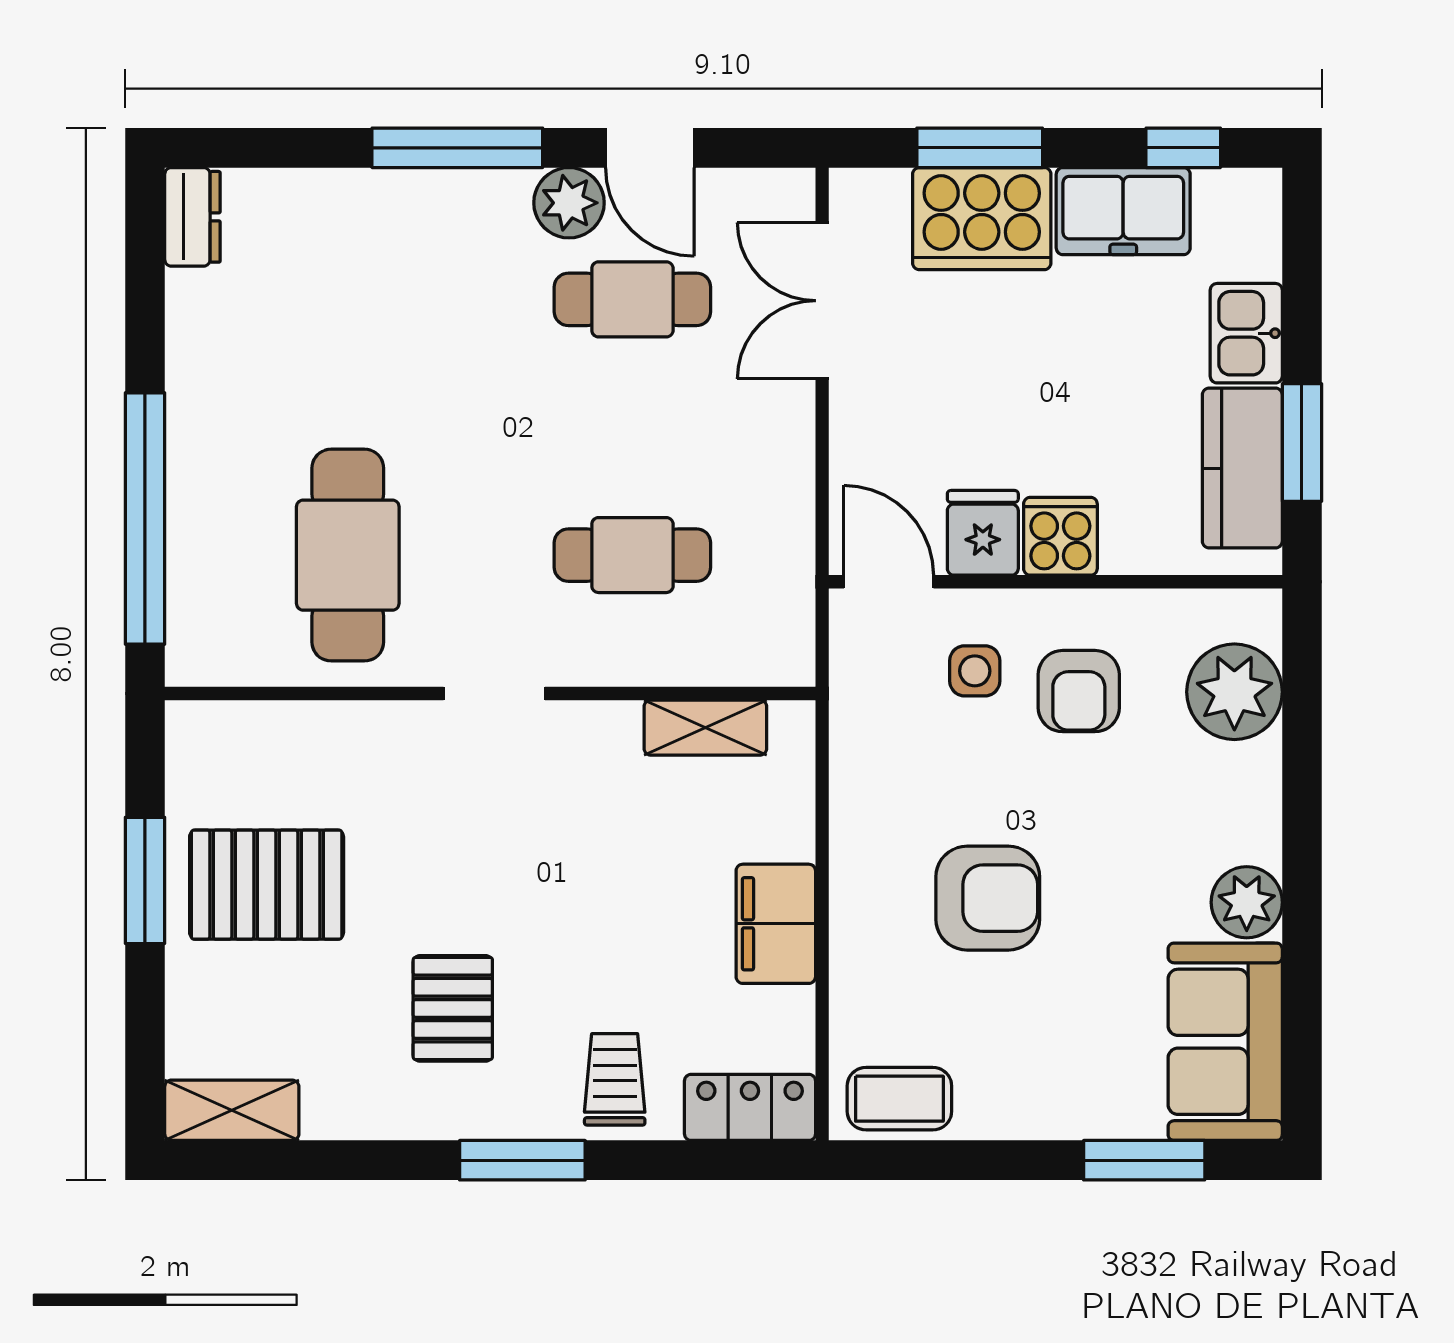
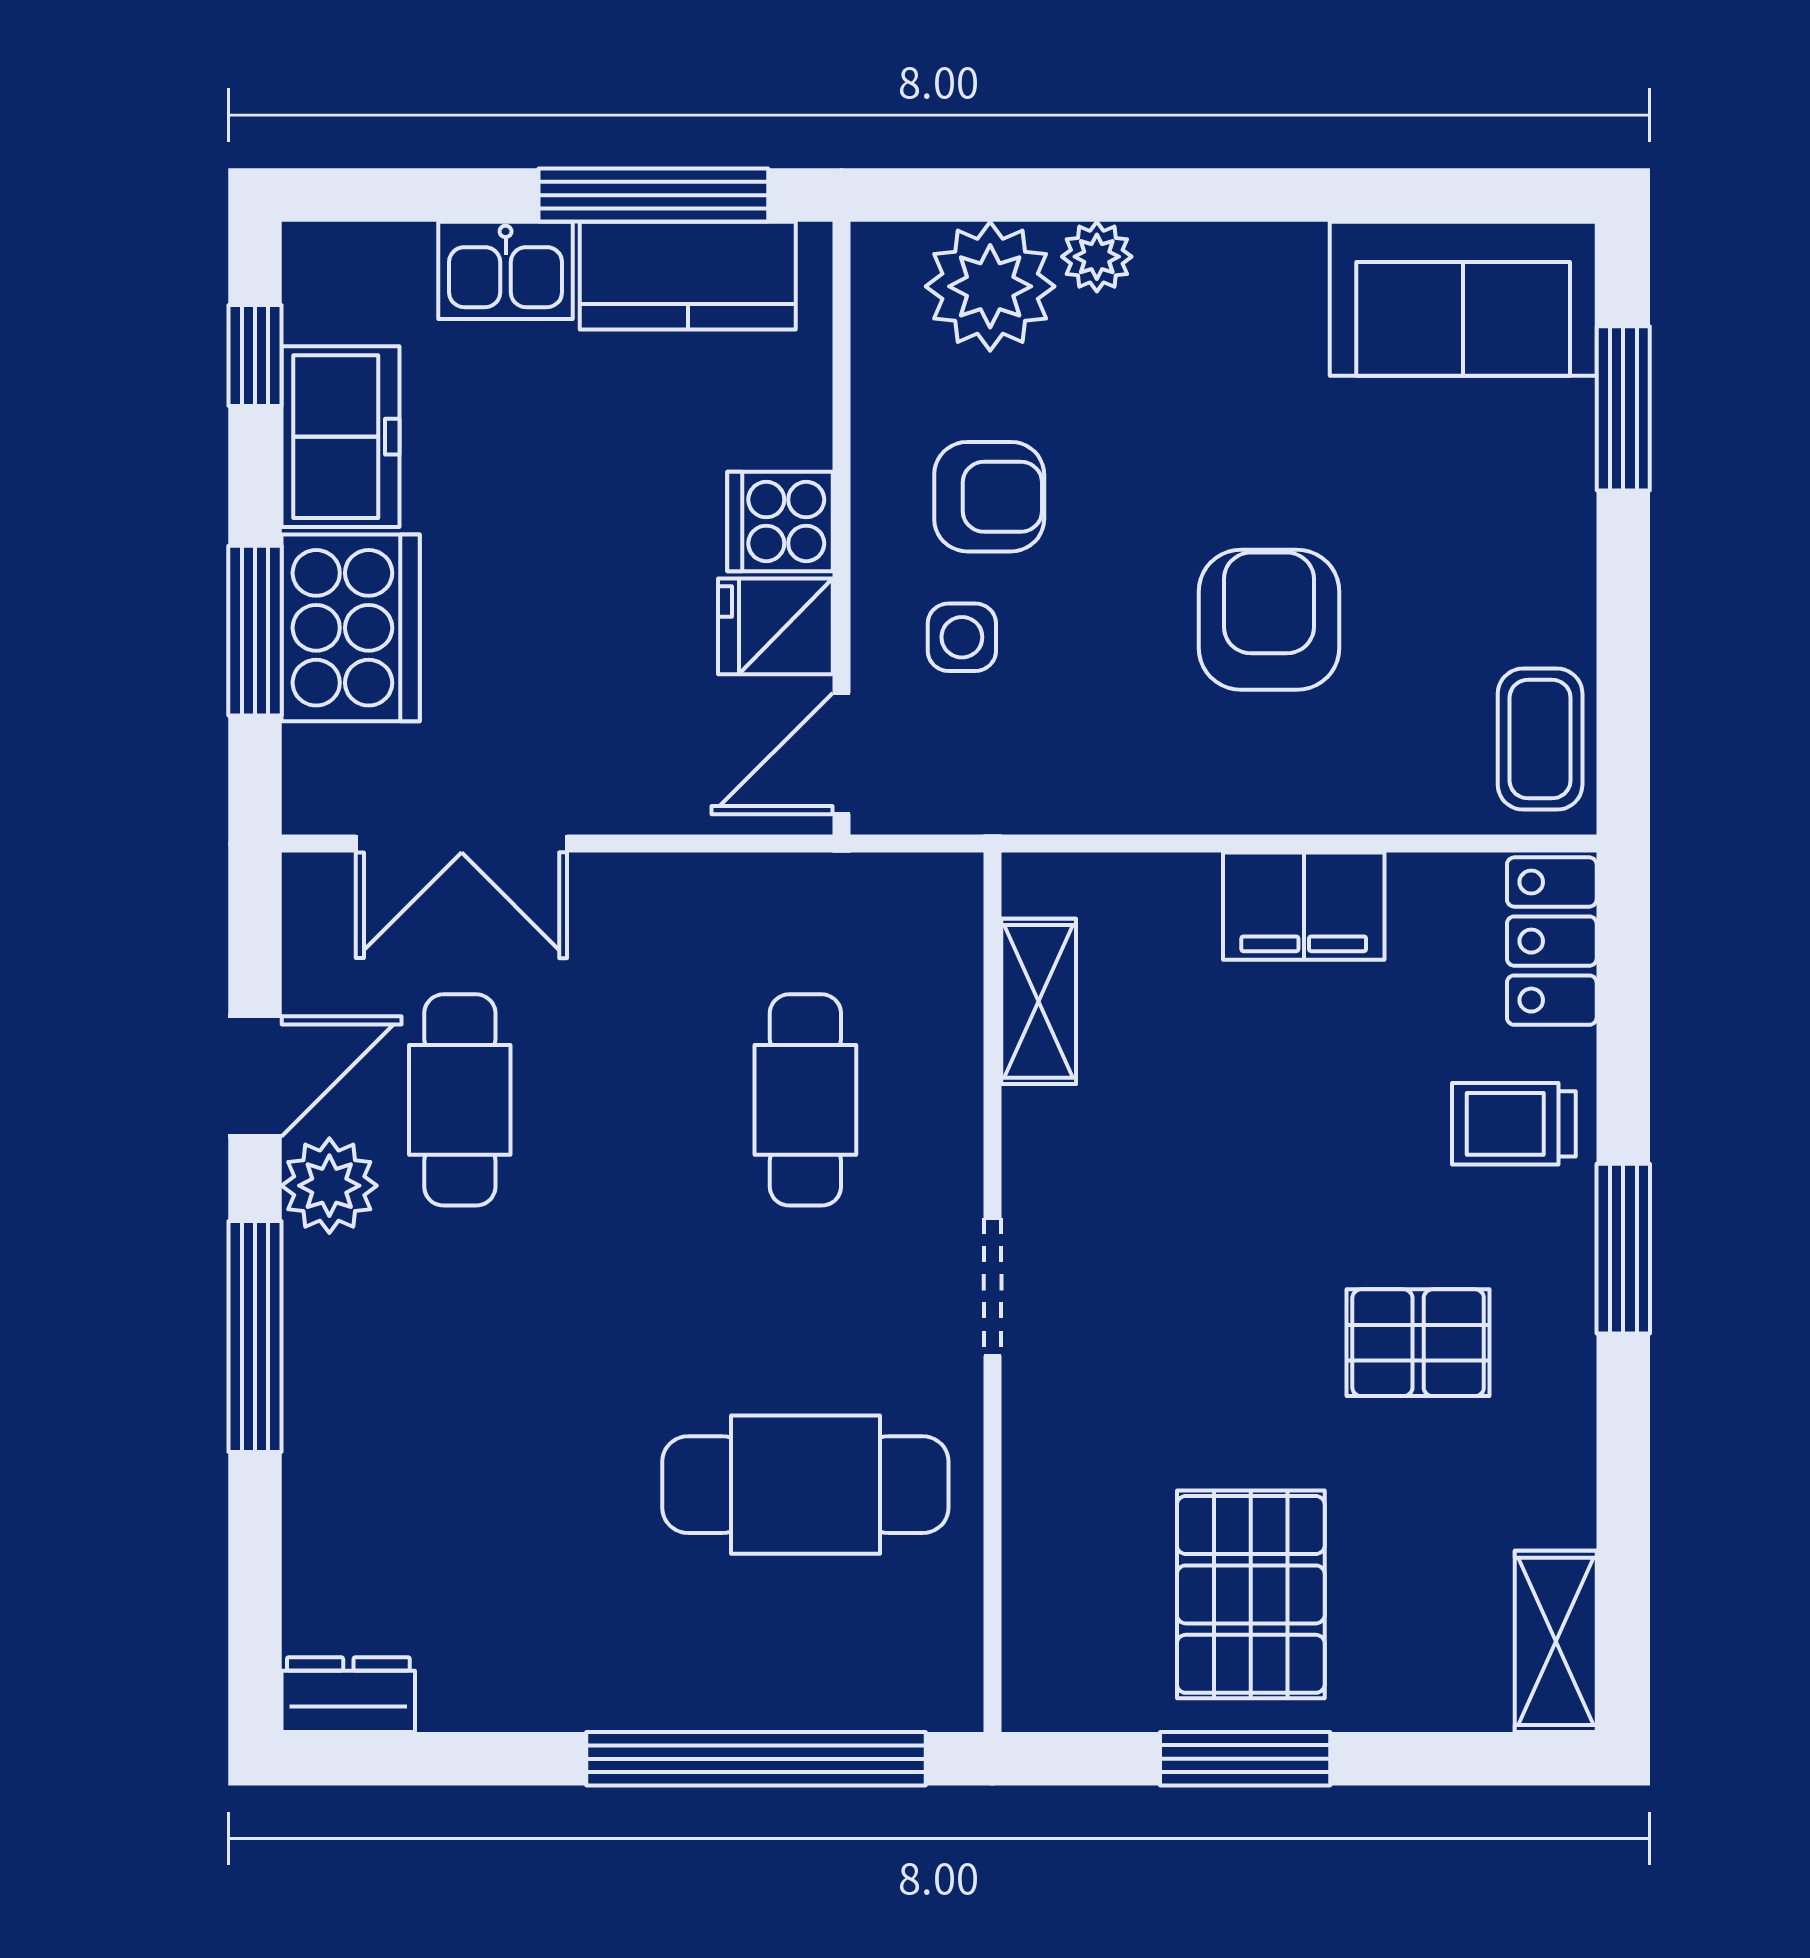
window: (1302, 443) -> (653, 195), width x1.44
plant: (1247, 902) -> (1097, 257), moved, width x0.73, depth x0.73

